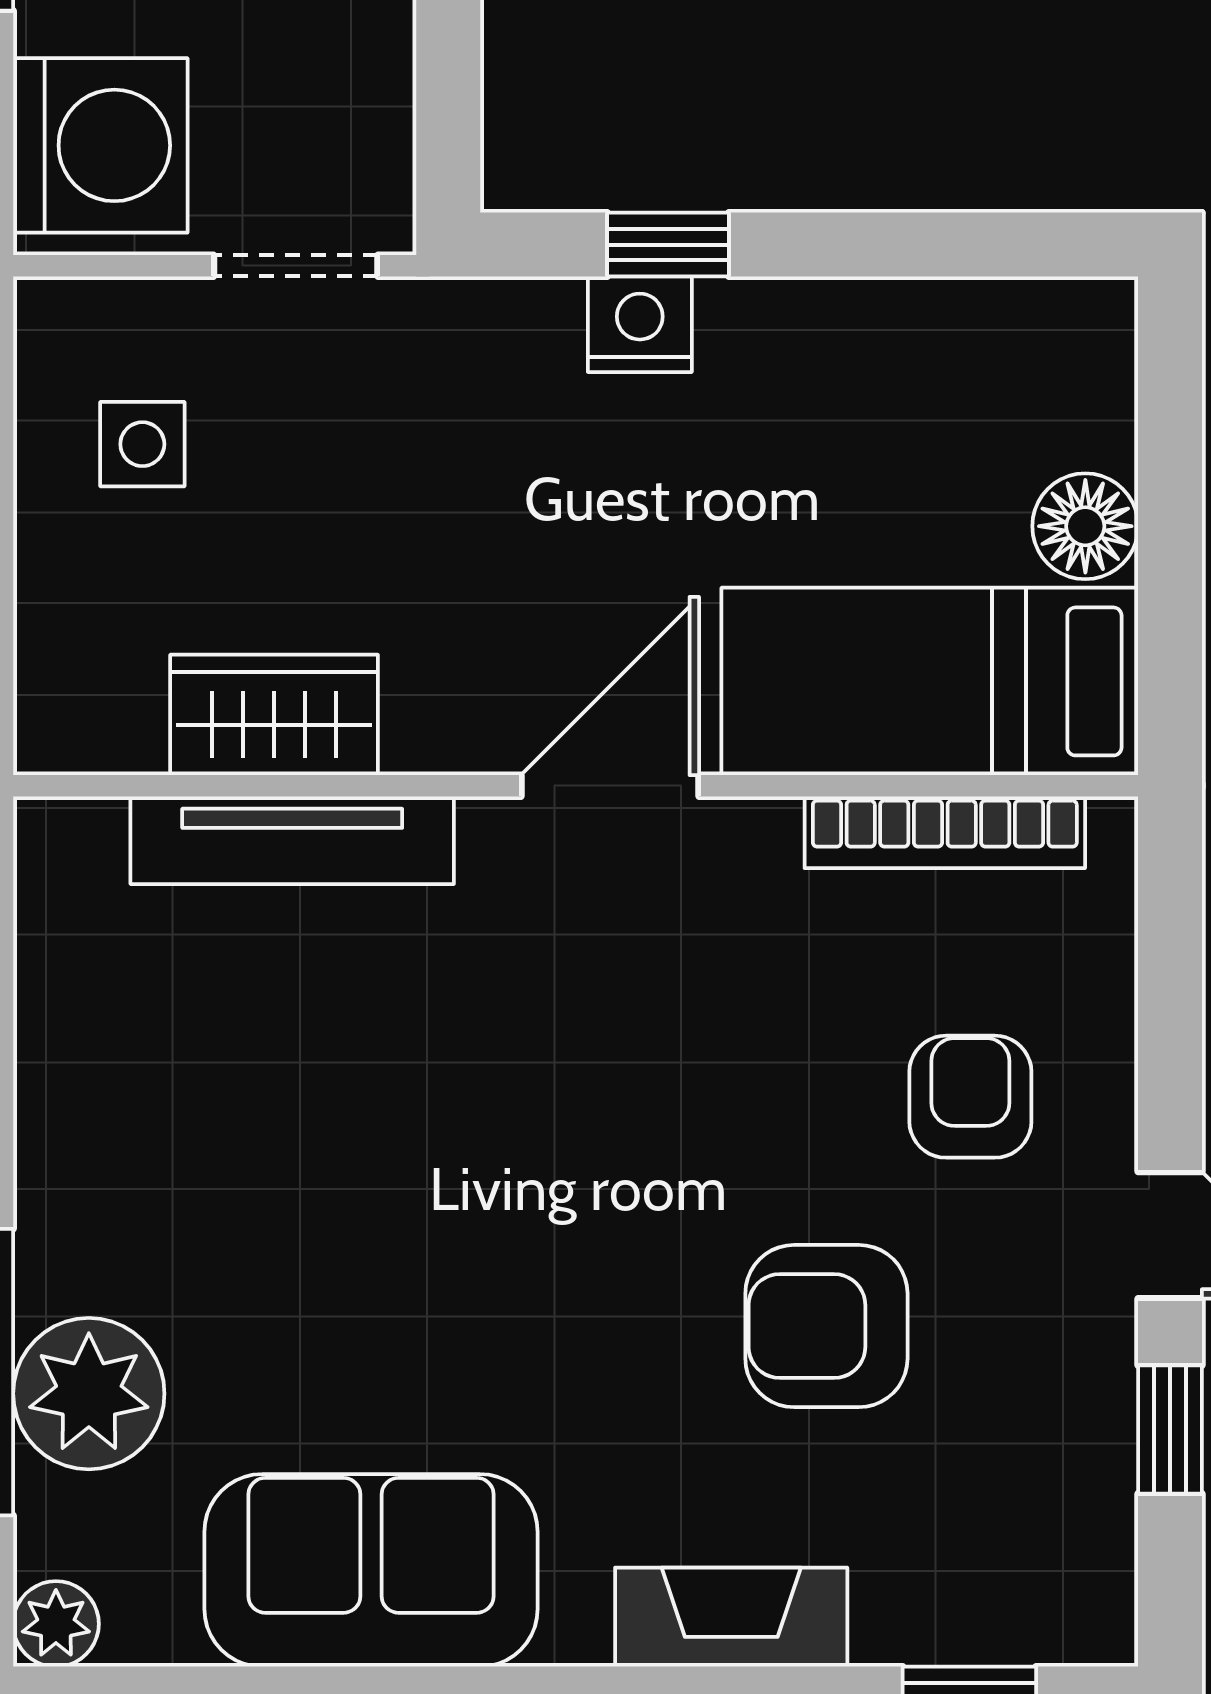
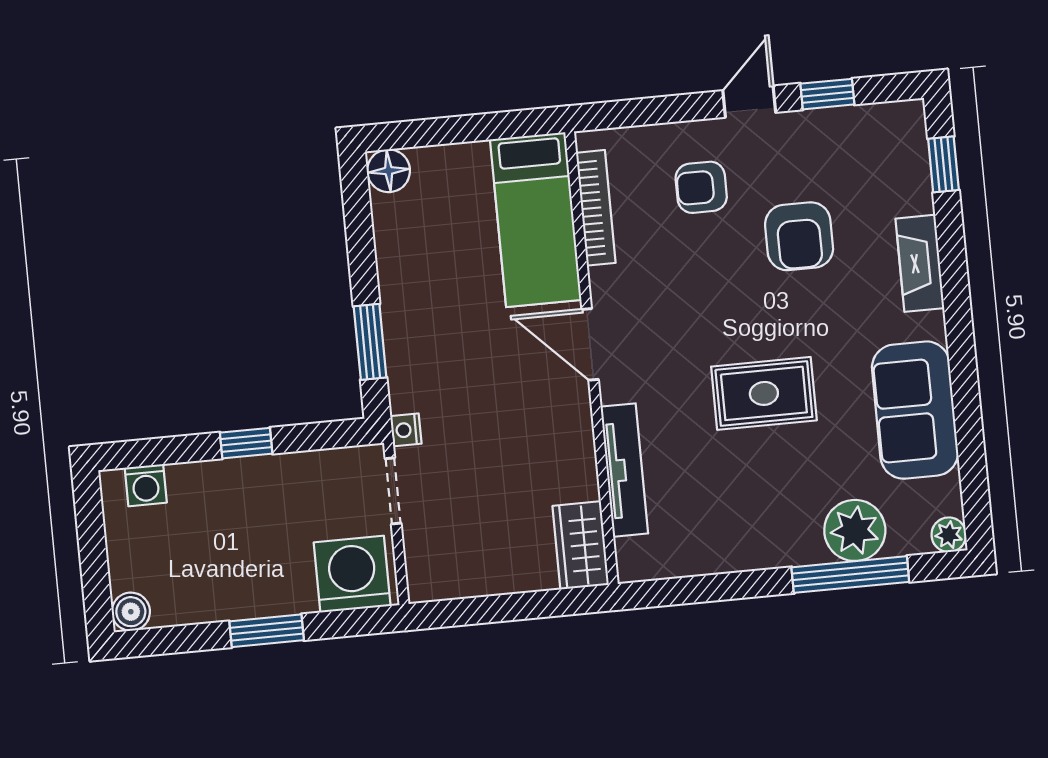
window: (668, 245) -> (370, 342), width x1.50
nightstand: (640, 324) -> (406, 430), moved, width x0.72, depth x0.74
side table: (142, 444) -> (471, 546), removed
floor lamp: (1085, 526) -> (389, 171), moved
wardrobe: (274, 715) -> (581, 545), moved
rug: (448, 1202) -> (764, 393), added

